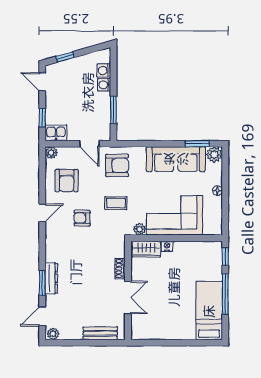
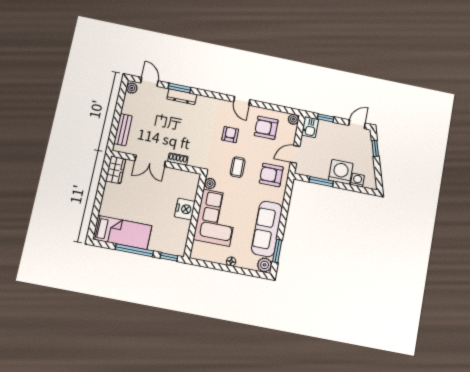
washing machine: (104, 85) -> (341, 172), width x1.89, depth x1.89
armchair: (117, 165) -> (271, 175), turned 90
nightstand: (167, 246) -> (185, 209), width x1.89, depth x1.79
wardrobe: (146, 249) -> (116, 170), moved, turned 180

